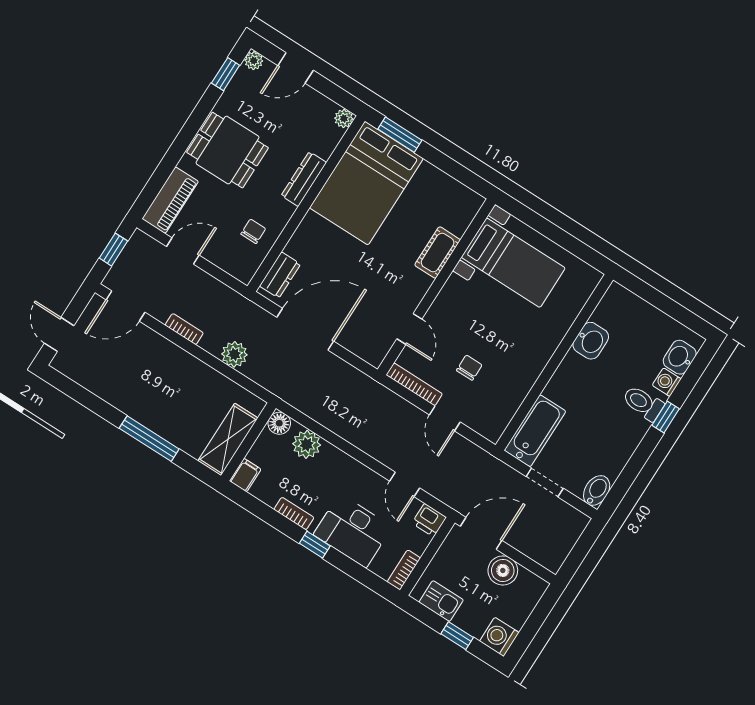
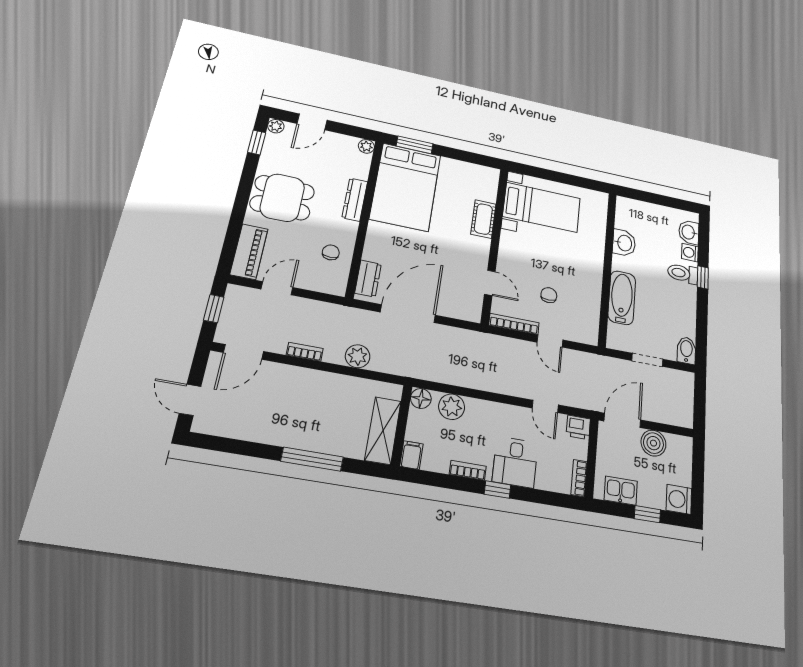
bathtub: (535, 431) -> (622, 298), moved
desk: (353, 531) -> (515, 462), width x0.73

